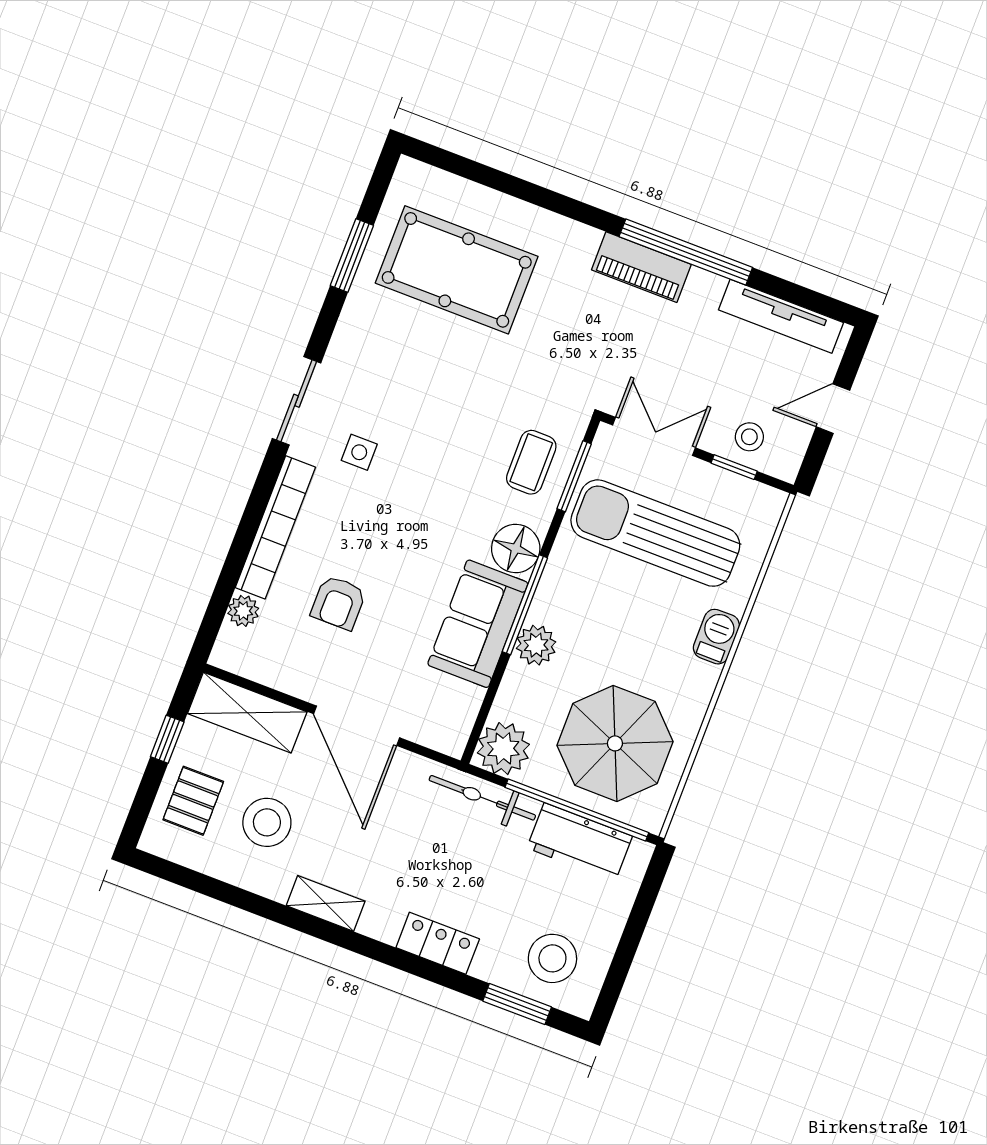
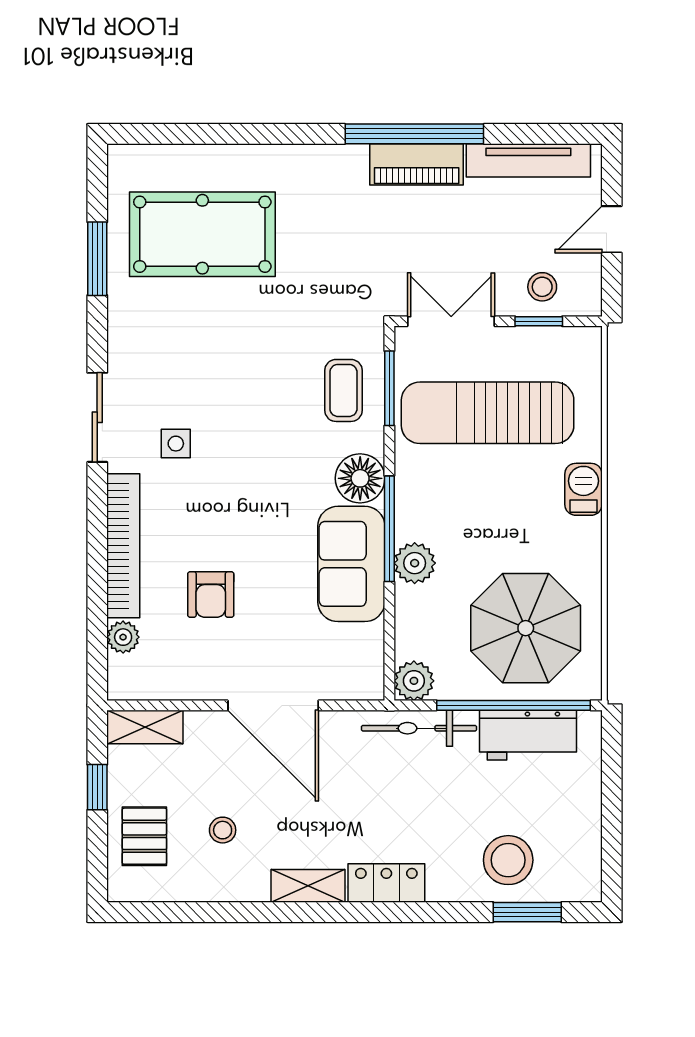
piano: (641, 267) -> (417, 164), moved
shelving: (247, 713) -> (145, 727), width x0.67, depth x0.75
plant: (503, 749) -> (414, 681), width x0.73, depth x0.73
stool: (267, 822) -> (223, 830), width x0.53, depth x0.53
locker: (438, 943) -> (386, 883), moved
stool: (552, 958) -> (508, 860), moved

